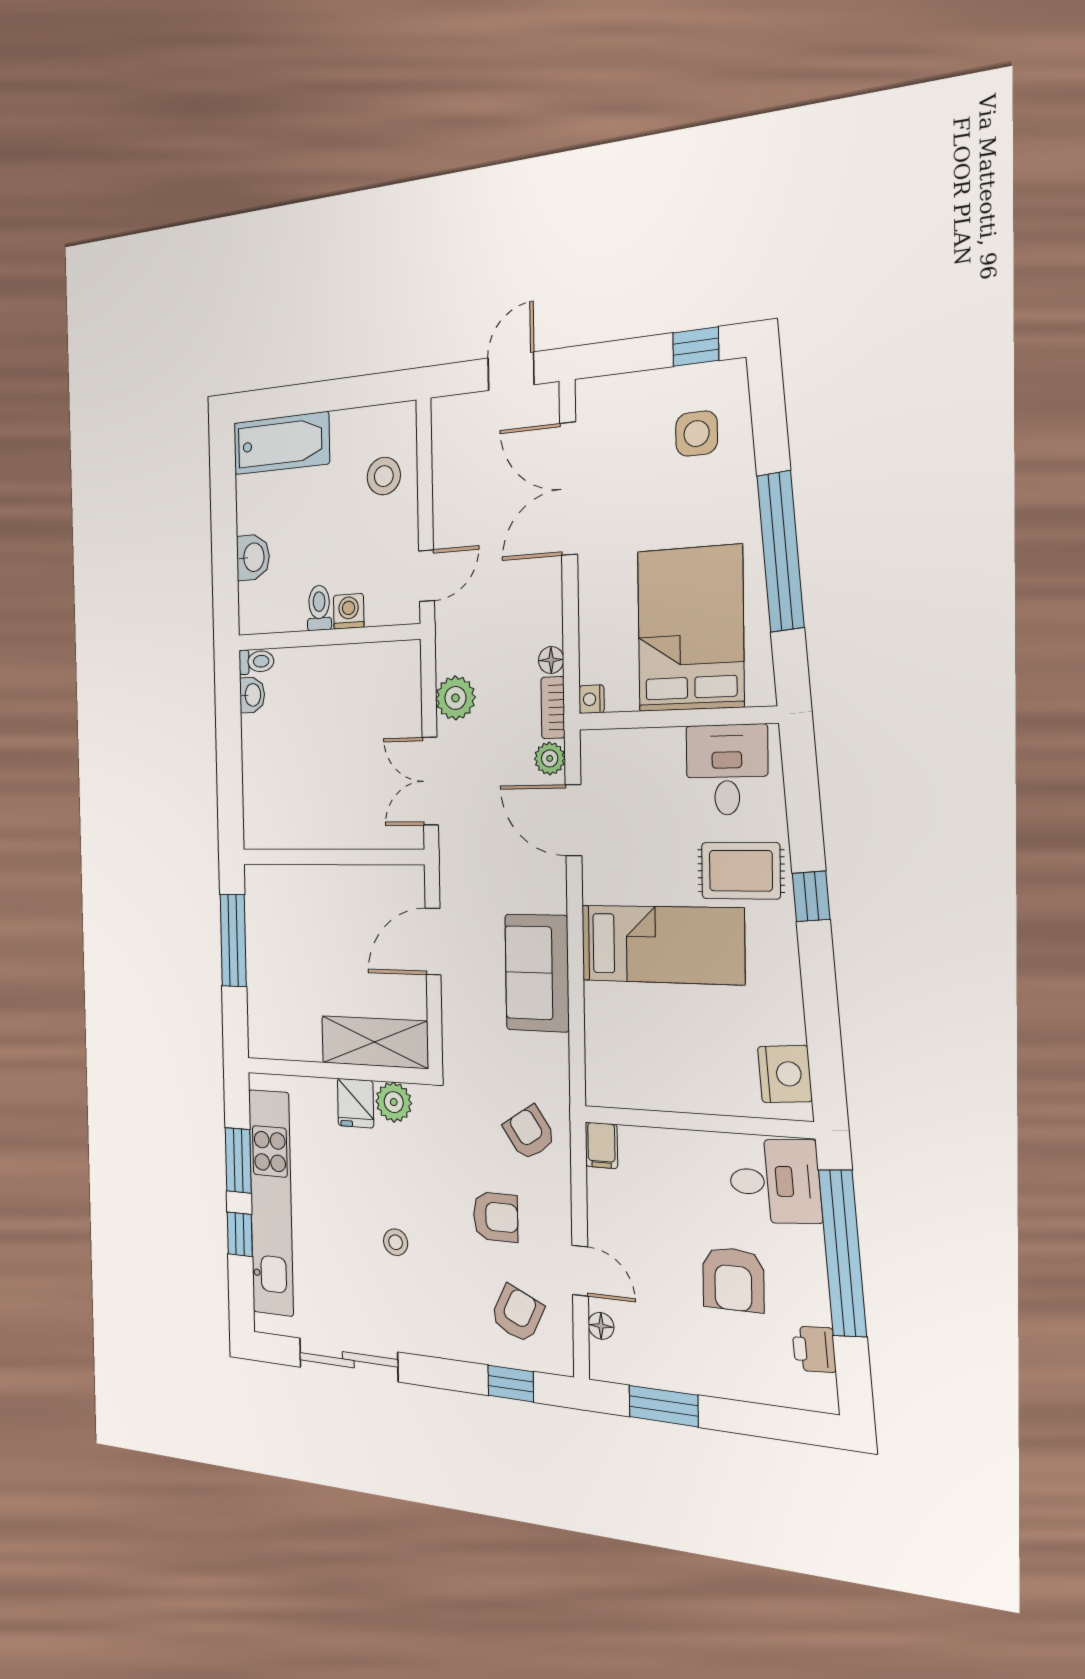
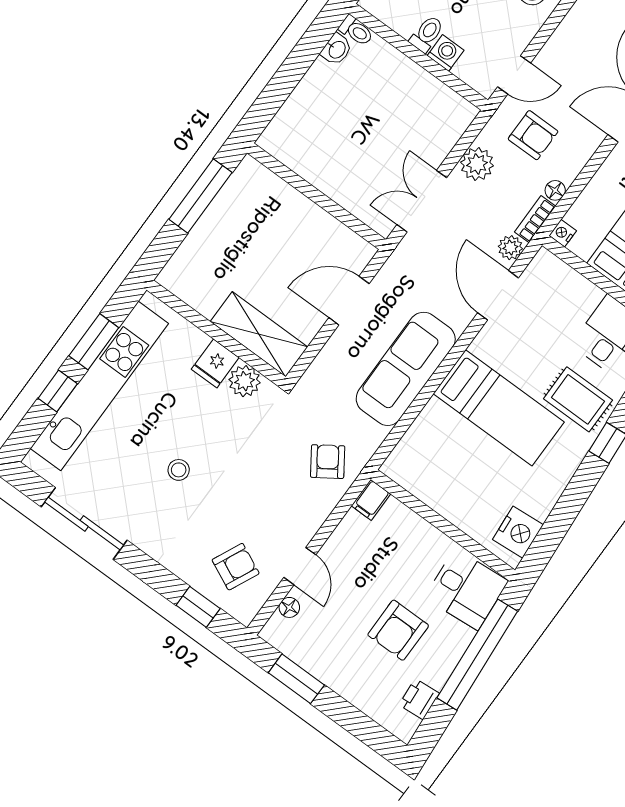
sofa: (537, 973) -> (406, 369), width x1.36
armchair: (496, 1217) -> (533, 135), moved

